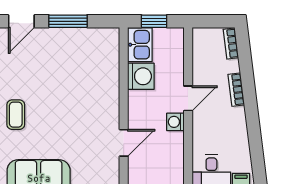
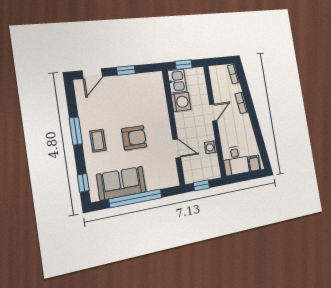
window: (68, 21) -> (126, 70), width x0.67
armchair: (65, 118) -> (134, 138), added
washing machine: (175, 122) -> (211, 147), moved
door: (124, 143) -> (177, 148), hinge flipped

